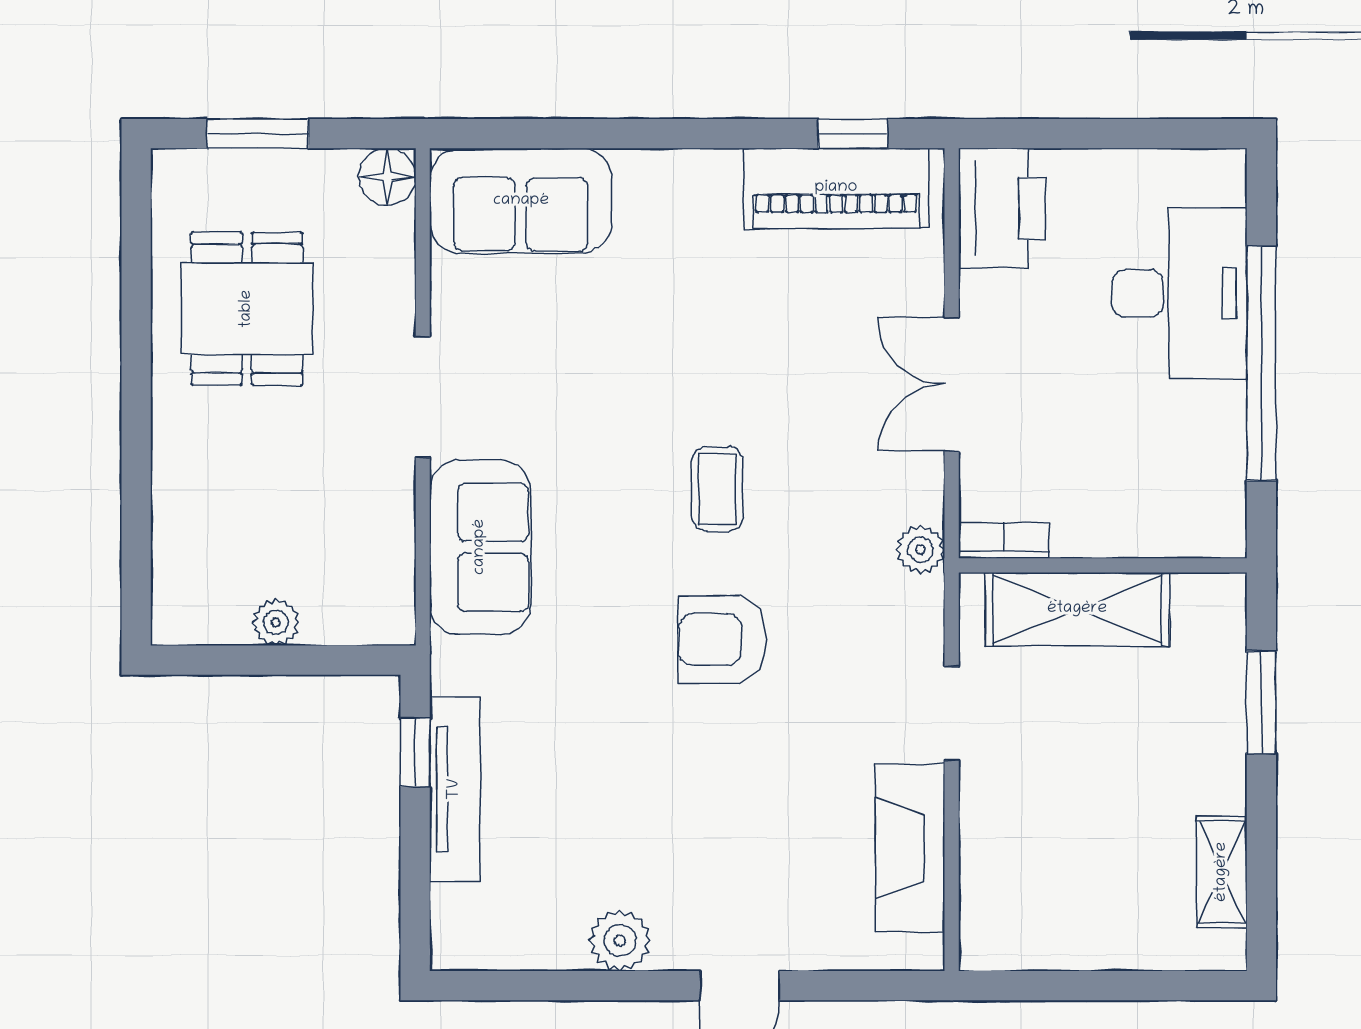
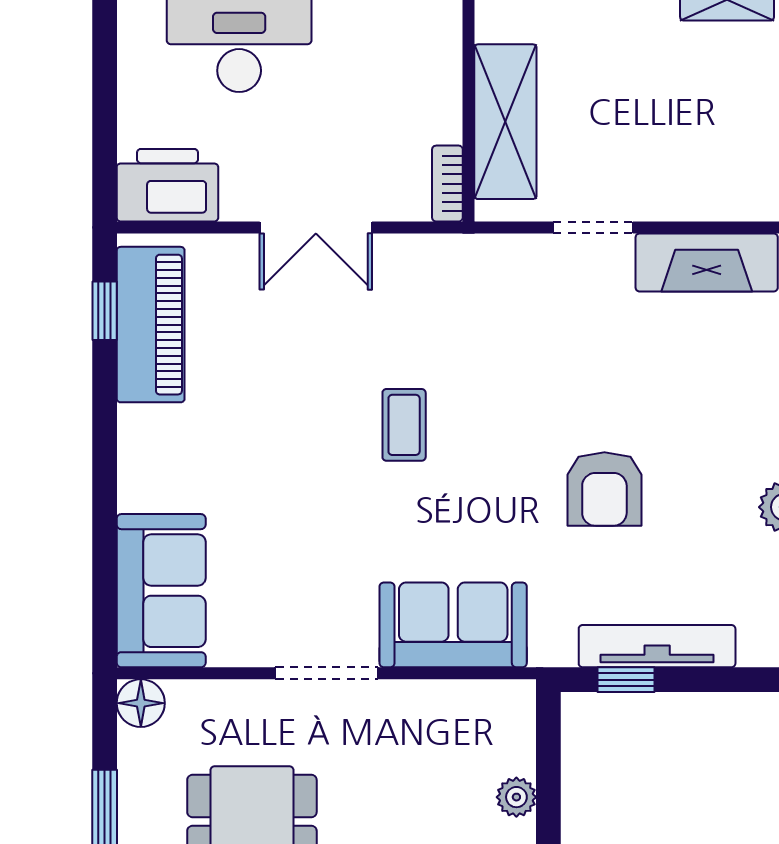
coffee table: (717, 489) -> (404, 425), turned 90
plant: (920, 549) -> (455, 254), removed
armchair: (722, 639) -> (604, 489), moved

